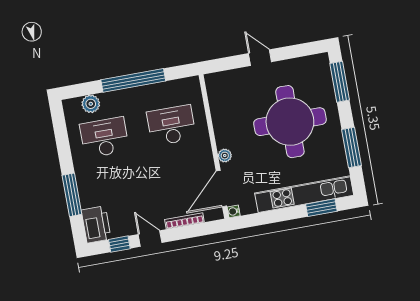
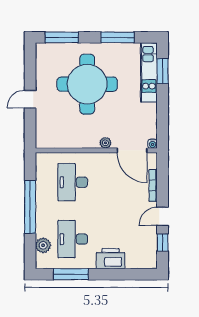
kitchen unit: (304, 194) -> (149, 72), width x0.73
window: (72, 195) -> (71, 274), moved
printer: (96, 224) -> (111, 259), moved

